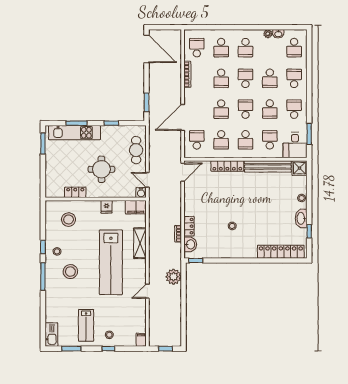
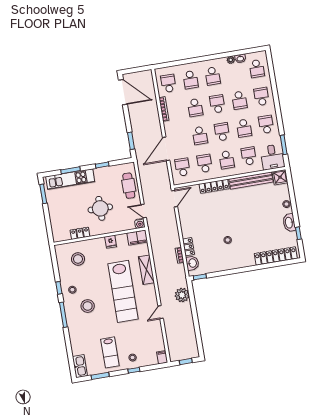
school desk: (221, 140) -> (205, 163), turned 180

